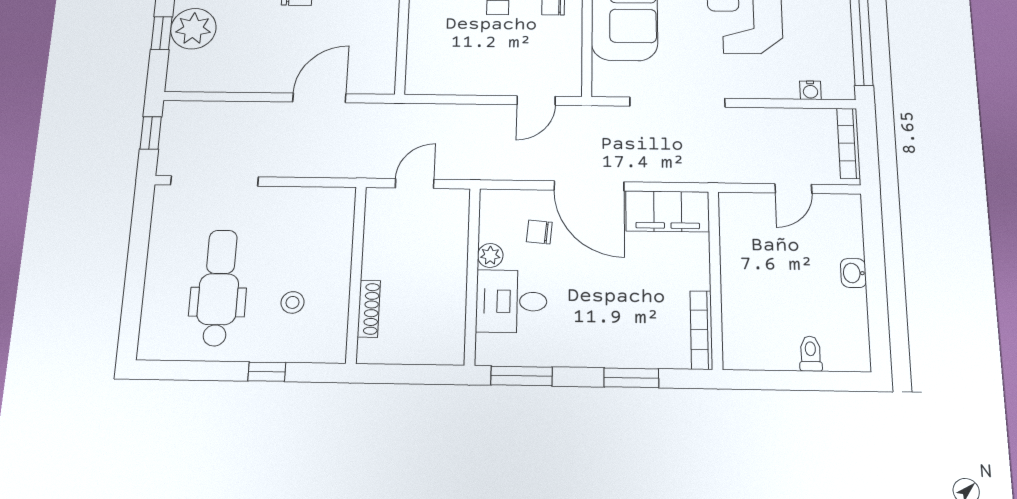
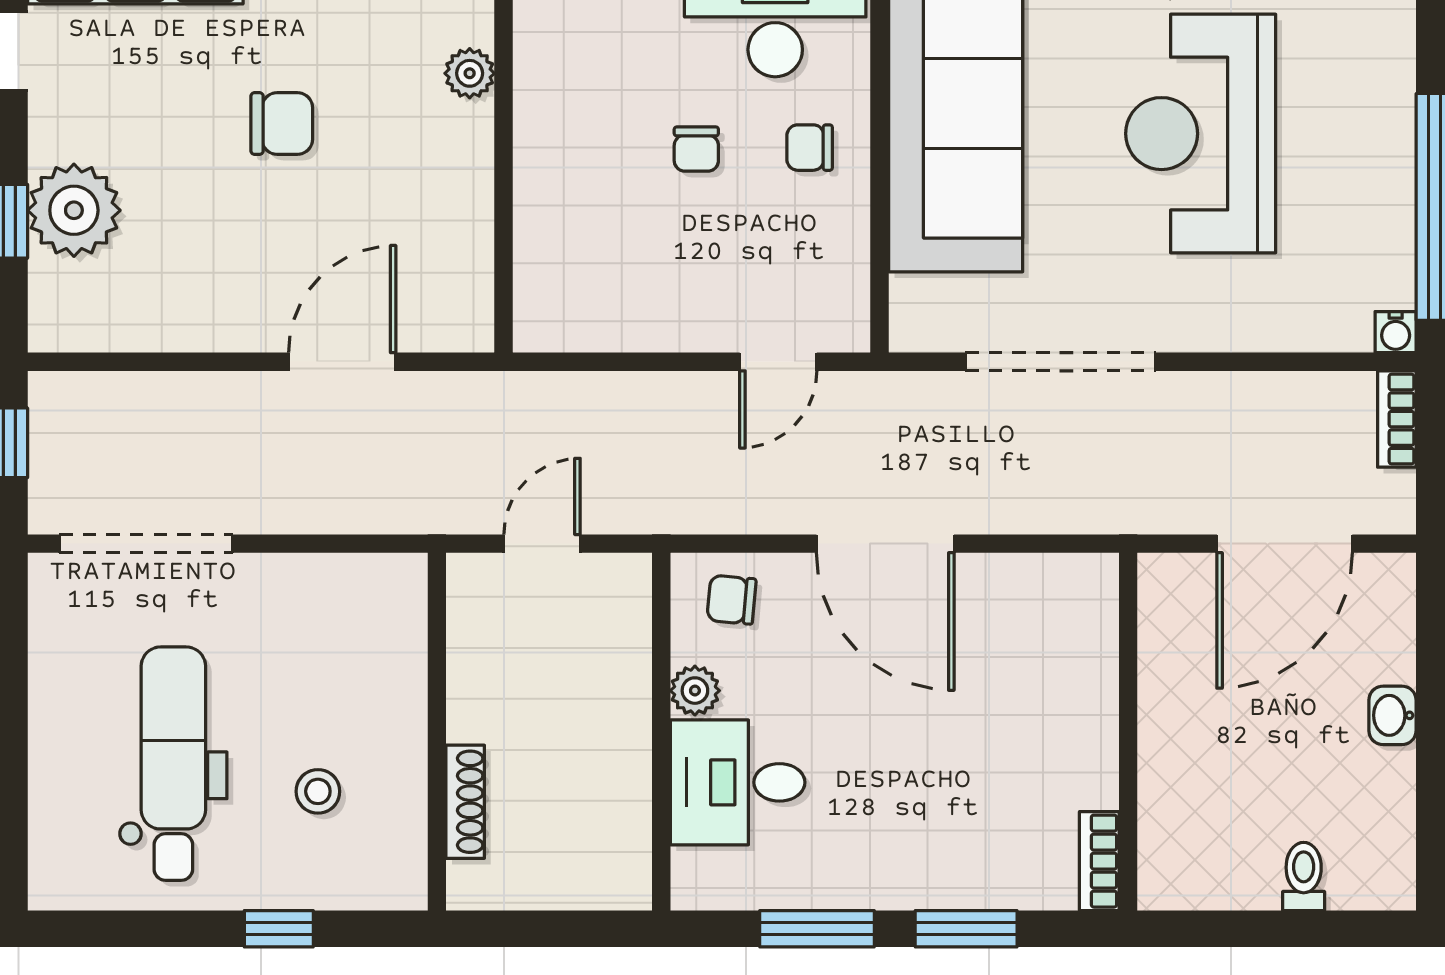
water cooler: (810, 90) -> (1396, 332), moved
bookcase: (849, 143) -> (1397, 419), width x0.64
door: (793, 189) -> (1285, 544), width x1.88
filing cabinet: (668, 211) -> (1038, 595), removed
chair: (539, 232) -> (732, 600), moved
bookcase: (701, 330) -> (1099, 861), width x0.64
window: (522, 376) -> (817, 929), moved

